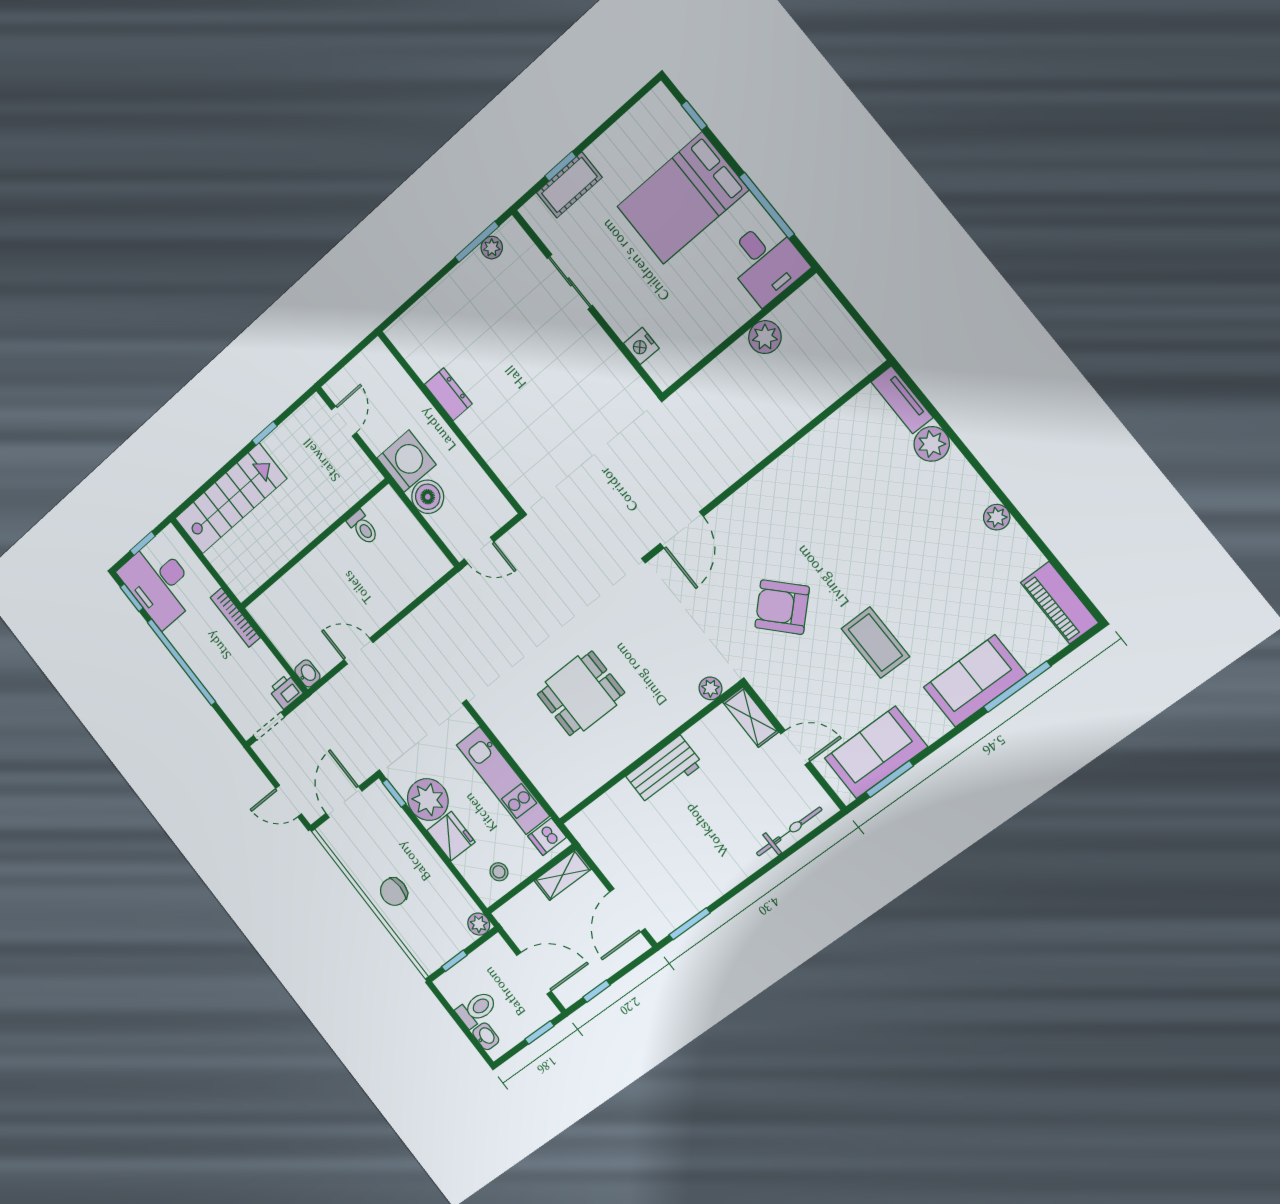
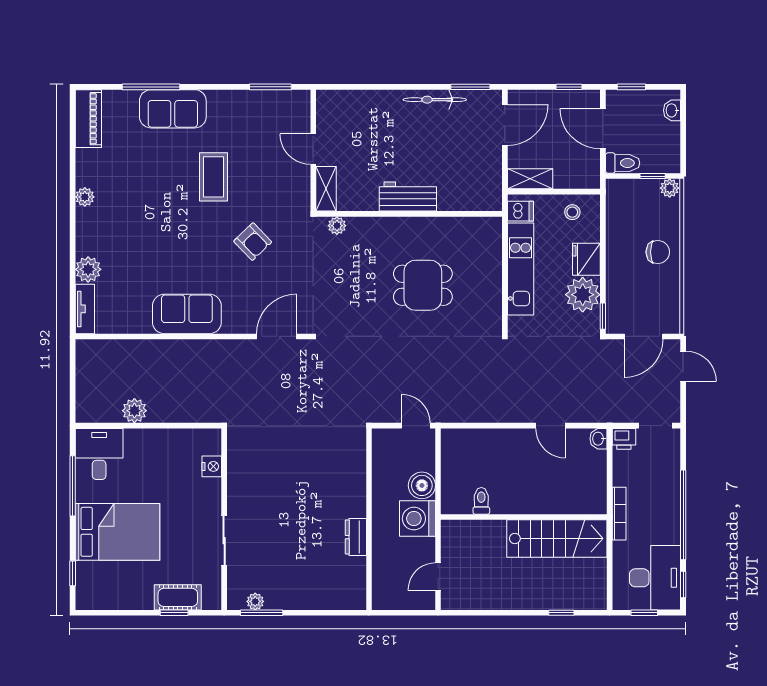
window: (265, 433) -> (561, 613), moved
stairs: (231, 499) -> (557, 539), moved, turned 180
armchair: (782, 607) -> (253, 242), width x0.72, depth x0.72
sofa: (876, 753) -> (187, 314), moved, turned 180
bicycle: (789, 832) -> (435, 100), moved
plant: (479, 924) -> (670, 188), moved
toilet: (477, 1009) -> (623, 163), moved, turned 180

